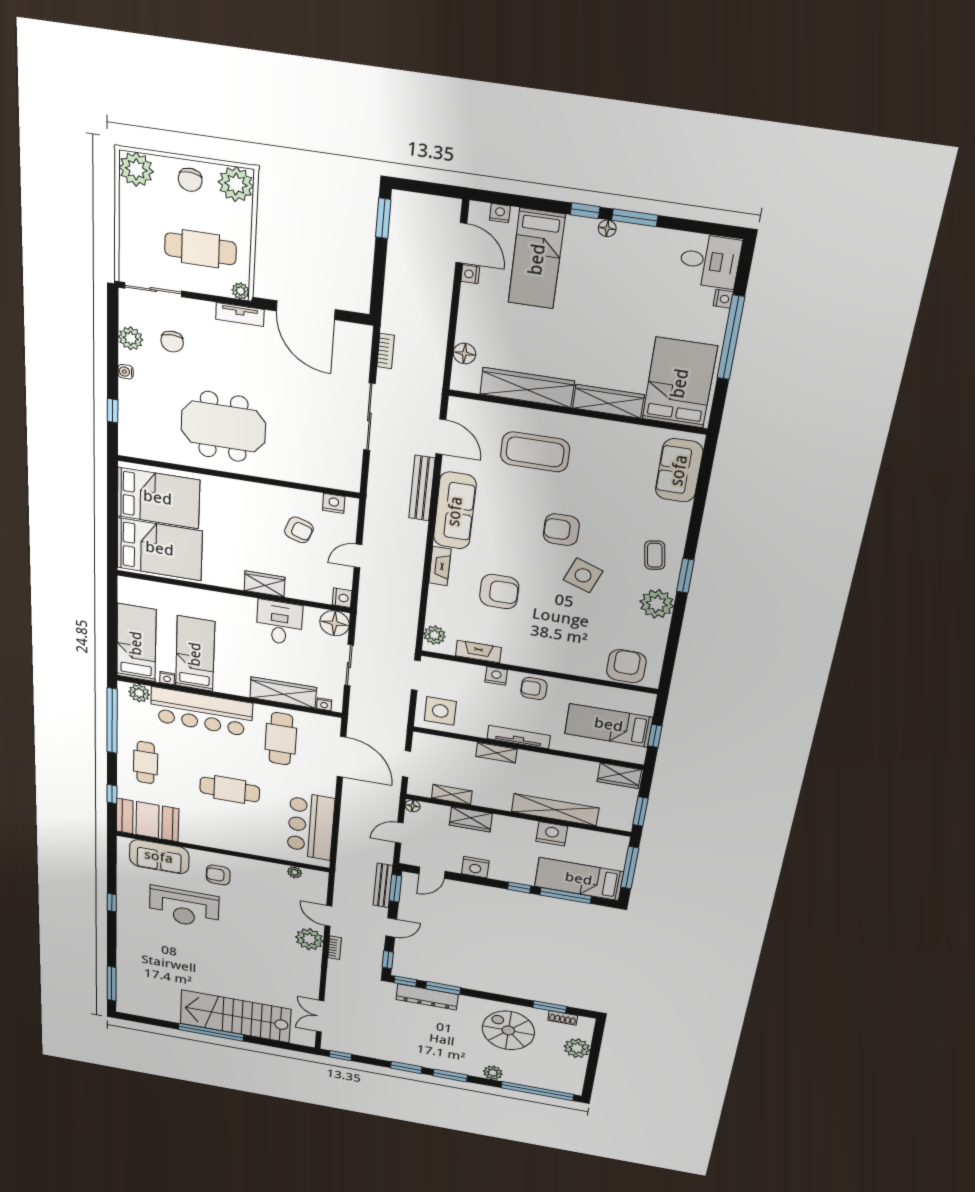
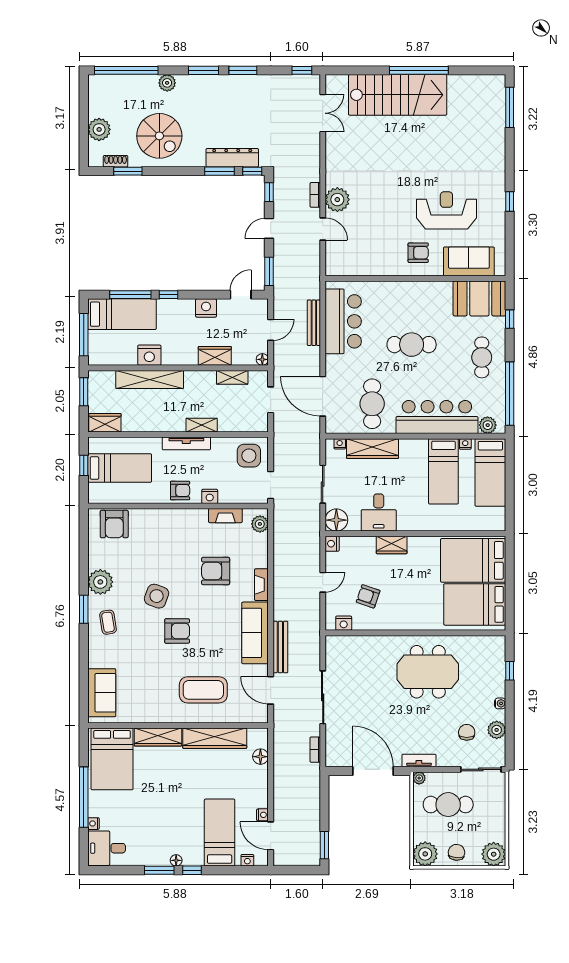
plant: (295, 872) -> (354, 270), removed
bench: (383, 885) -> (314, 323), moved

